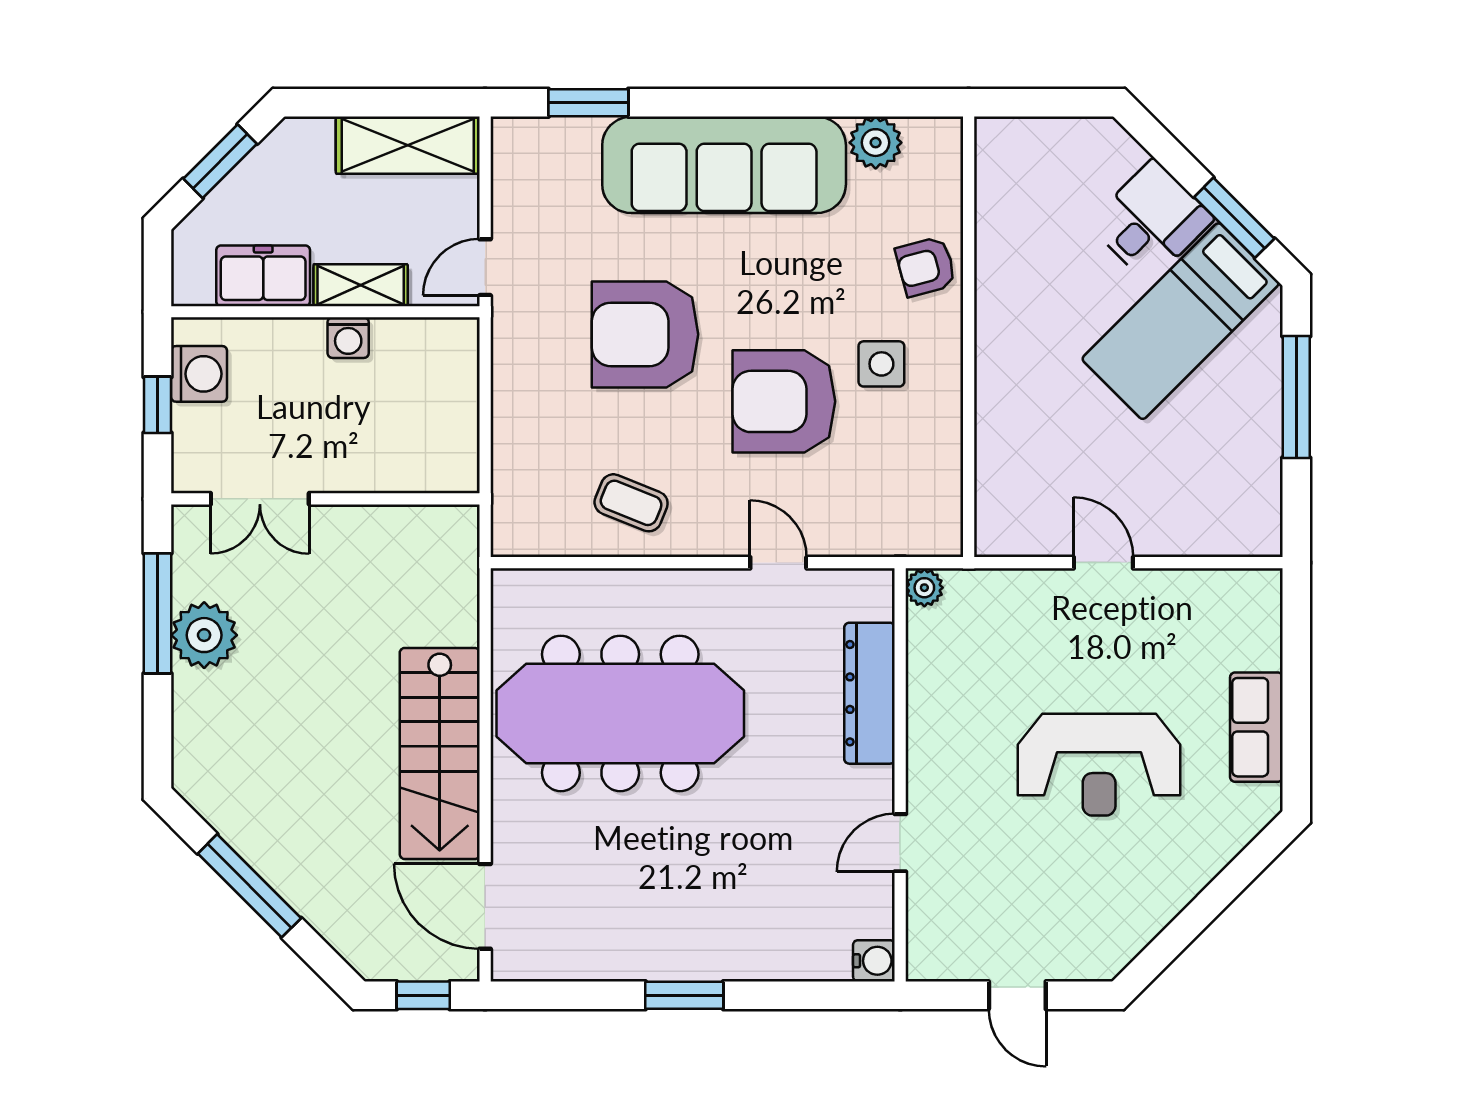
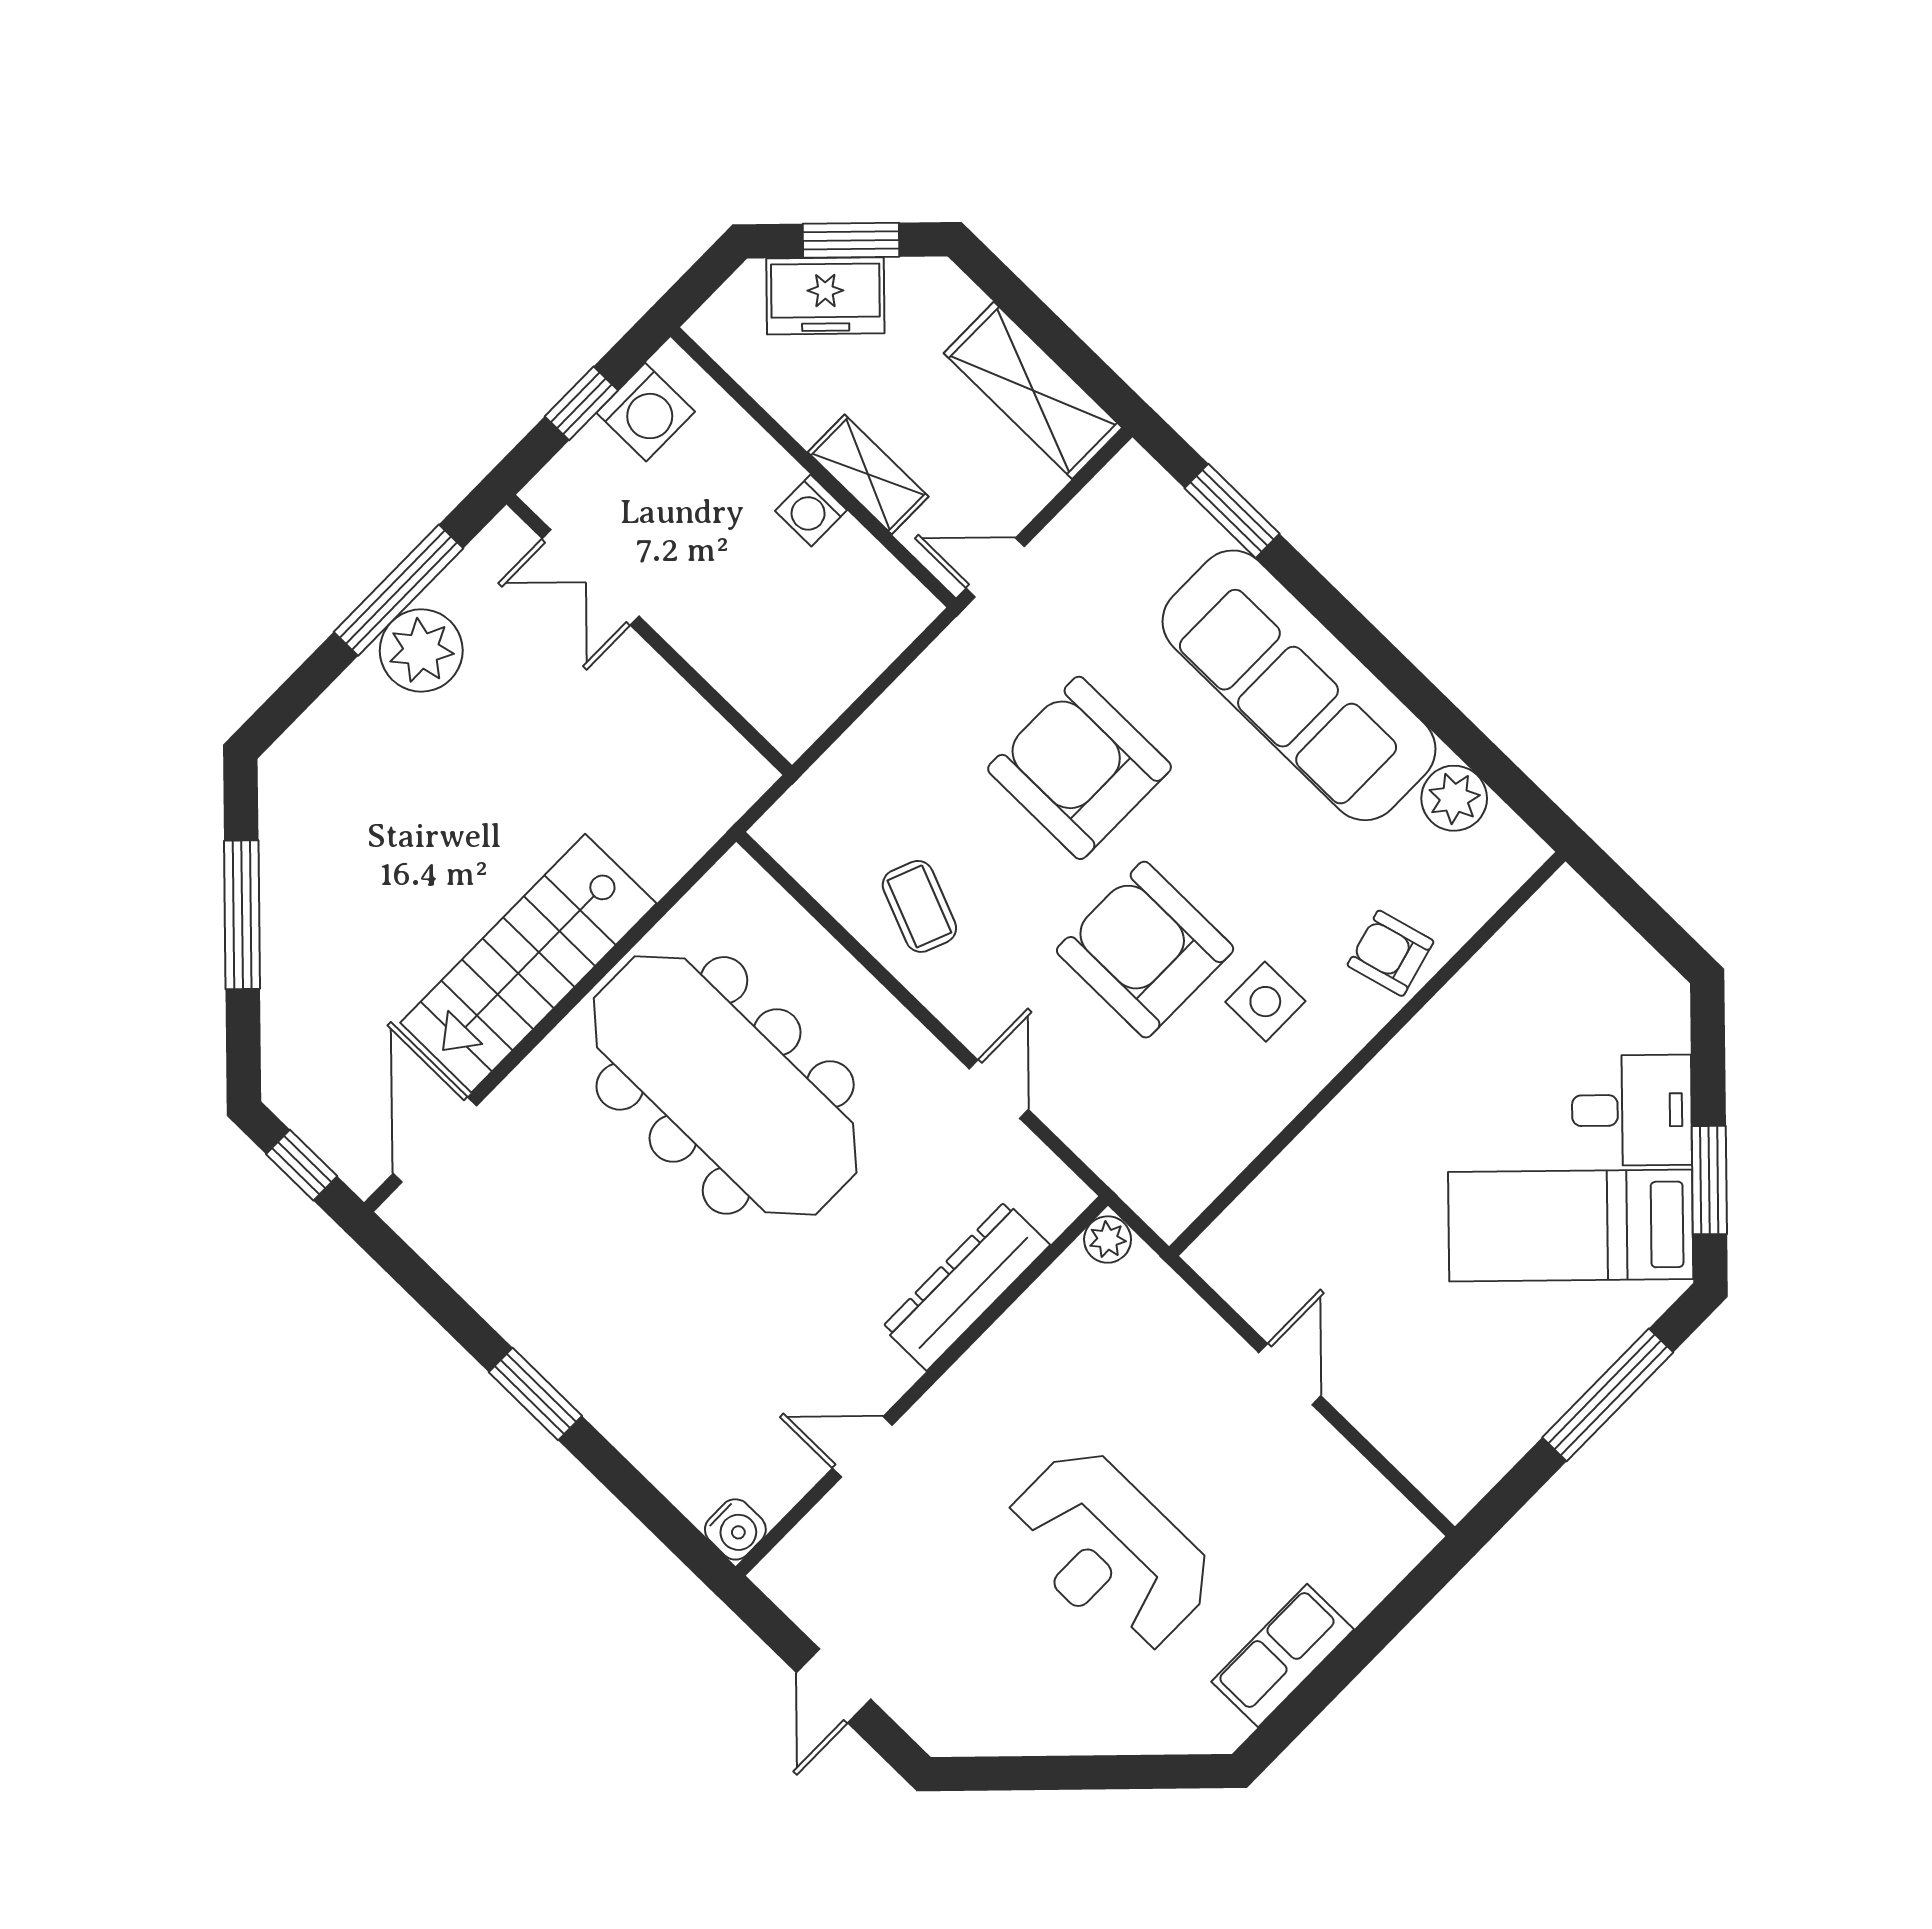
freezer: (263, 276) -> (825, 296), moved, turned 135

